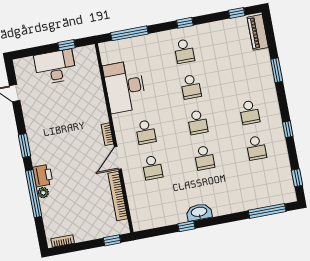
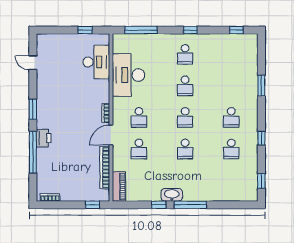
piano: (258, 32) -> (119, 186), moved, turned 180
desk: (55, 67) -> (96, 62), moved, turned 90
plant: (43, 193) -> (41, 153), removed
window: (267, 211) -> (190, 205), moved

